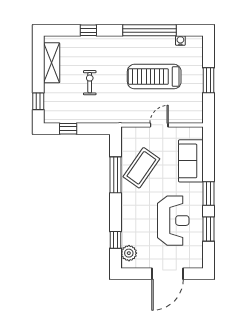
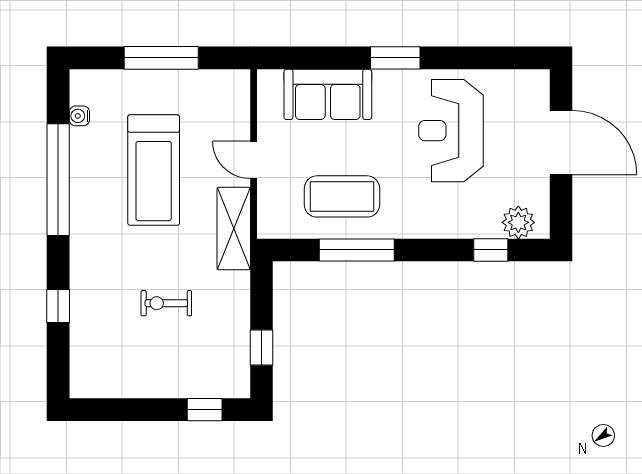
shelving: (52, 63) -> (234, 229), moved, turned 90
window: (208, 80) -> (161, 58), width x1.44
coffee table: (141, 168) -> (342, 196), turned -35
reception desk: (173, 221) -> (451, 131), turned -90
window: (208, 229) -> (468, 58), removed

